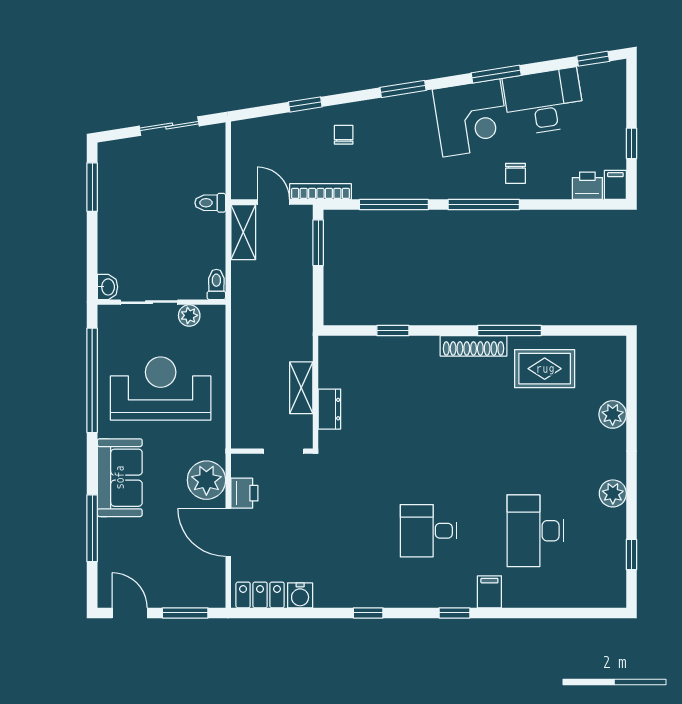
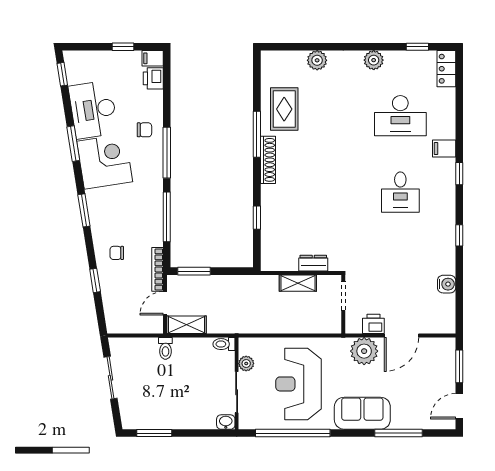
locker: (260, 595) -> (446, 69), moved

